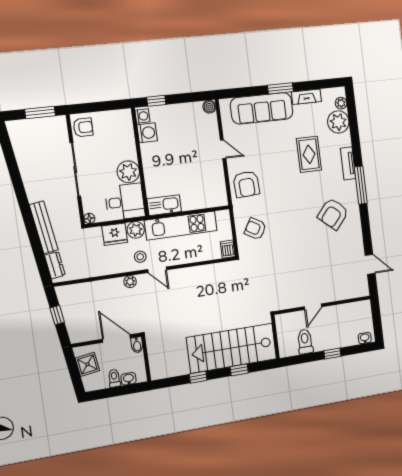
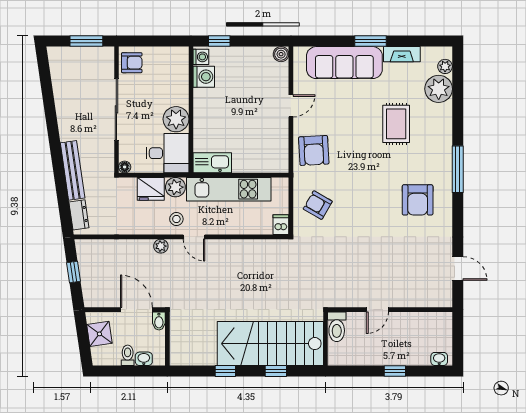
door: (223, 149) -> (291, 106), hinge flipped
tv unit: (348, 163) -> (445, 141), removed
armchair: (333, 214) -> (418, 200), turned -41
toilet: (305, 342) -> (337, 327), moved, turned 180

